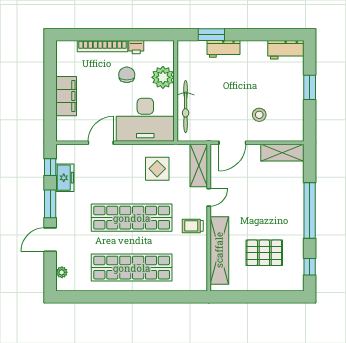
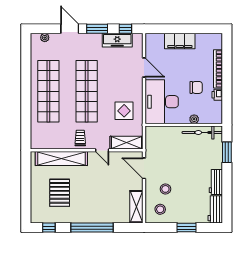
workbench: (223, 49) -> (216, 182), moved
plant: (163, 77) -> (194, 119), width x0.53, depth x0.53
bicycle: (186, 107) -> (202, 133), moved
stool: (286, 122) -> (160, 209), added
freezer: (65, 178) -> (117, 40), width x1.40

